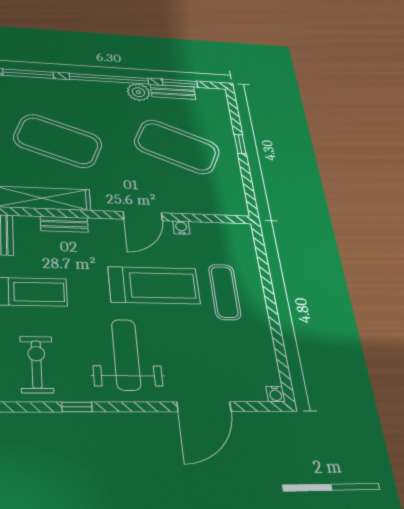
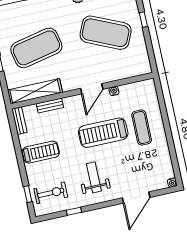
exercise mat: (58, 141) -> (36, 48), turned -33
treadmill: (154, 285) -> (103, 133), turned 180
weight bench: (126, 354) -> (94, 177), width x0.73, depth x0.75
exercise bike: (37, 364) -> (51, 193), turned 90

